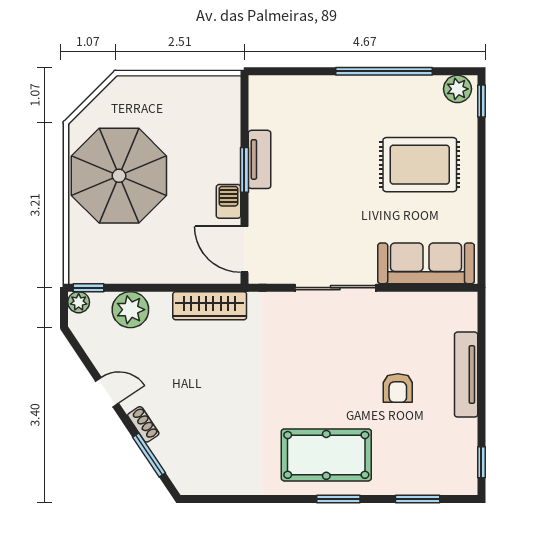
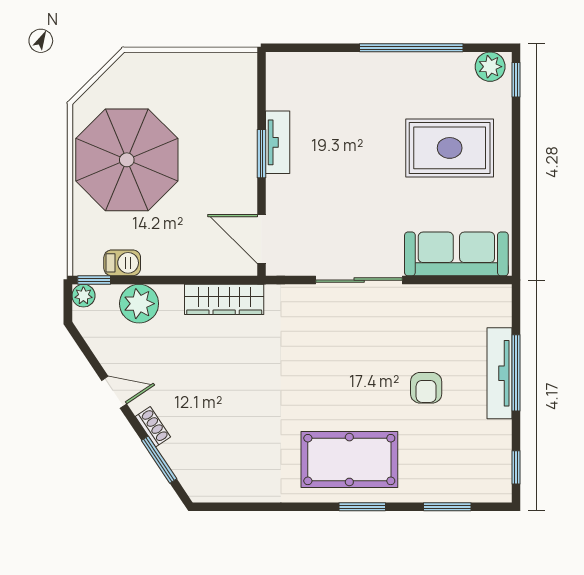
barbecue: (228, 201) -> (122, 263), moved, turned 90
window: (481, 374) -> (516, 373), added

